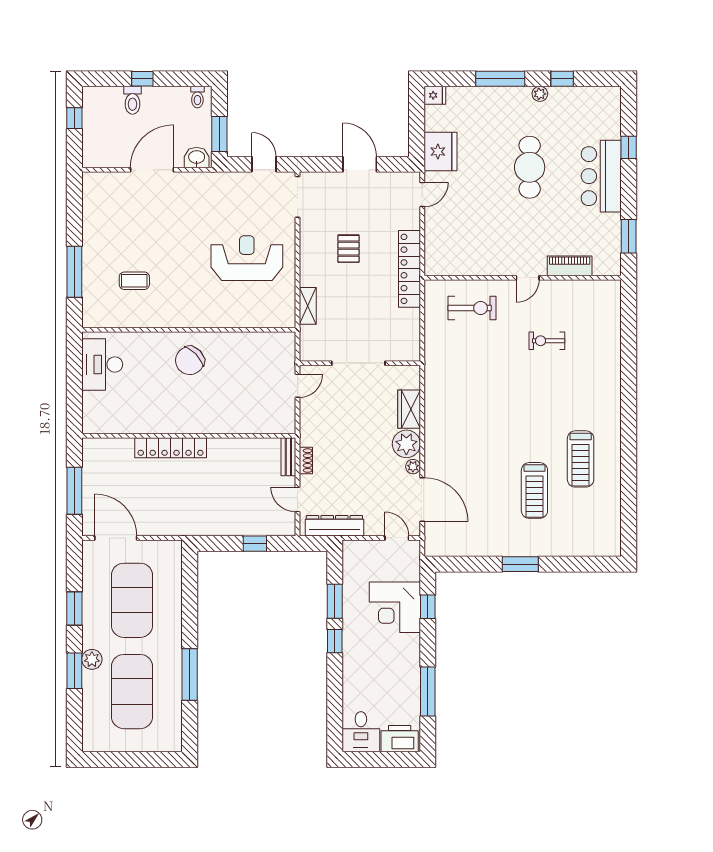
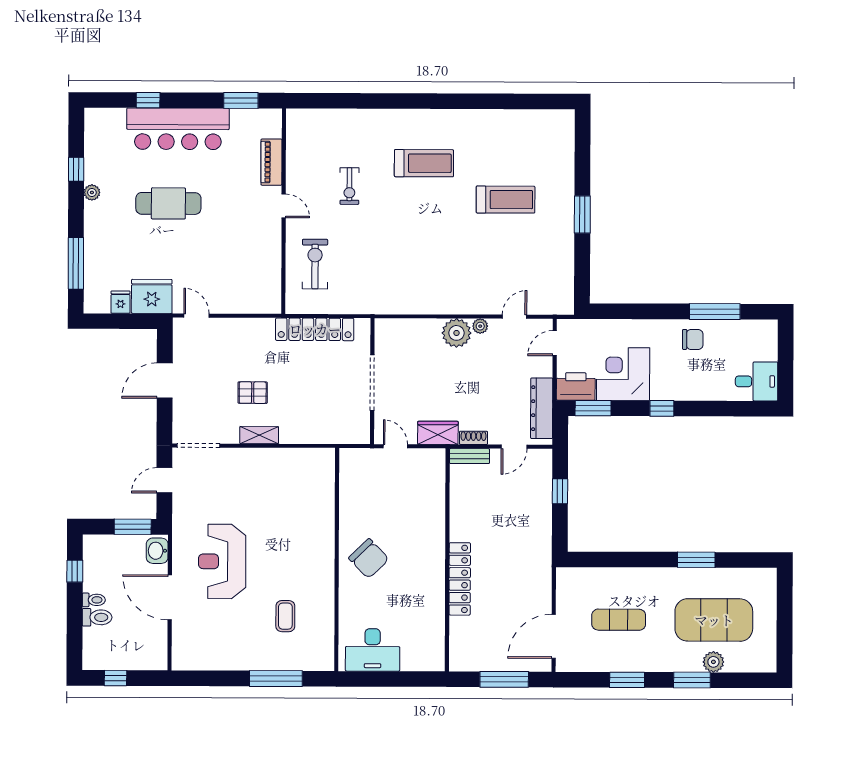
window: (142, 79) -> (75, 571), moved
window: (500, 79) -> (76, 263), moved
fridge: (435, 95) -> (121, 302), moved
toilet: (197, 97) -> (94, 600), moved
bar counter: (601, 176) -> (178, 129), width x1.36
reception desk: (247, 258) -> (222, 561), moved
locker: (409, 269) -> (315, 329), moved
shelving: (308, 306) -> (259, 435), moved
wardrobe: (409, 409) -> (438, 433), moved, turned 180
treadmill: (581, 459) -> (424, 163), moved
door: (422, 499) -> (515, 317), width x0.53
exercise mat: (132, 600) -> (619, 620), width x0.50, depth x0.69
window: (335, 601) -> (593, 408), moved
corner desk: (395, 607) -> (623, 374), moved, turned 180
window: (428, 607) -> (626, 311), removed
plant: (92, 659) -> (713, 662), moved
chair: (401, 670) -> (693, 339), added
window: (190, 675) -> (696, 560), width x0.69
printer: (400, 739) -> (576, 386), moved, turned 90

